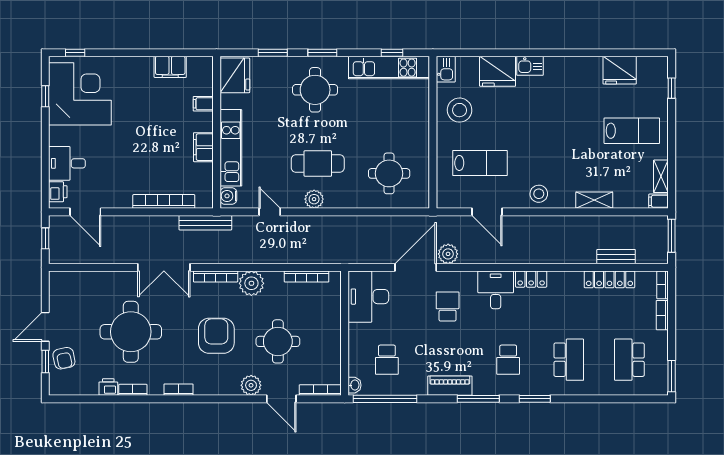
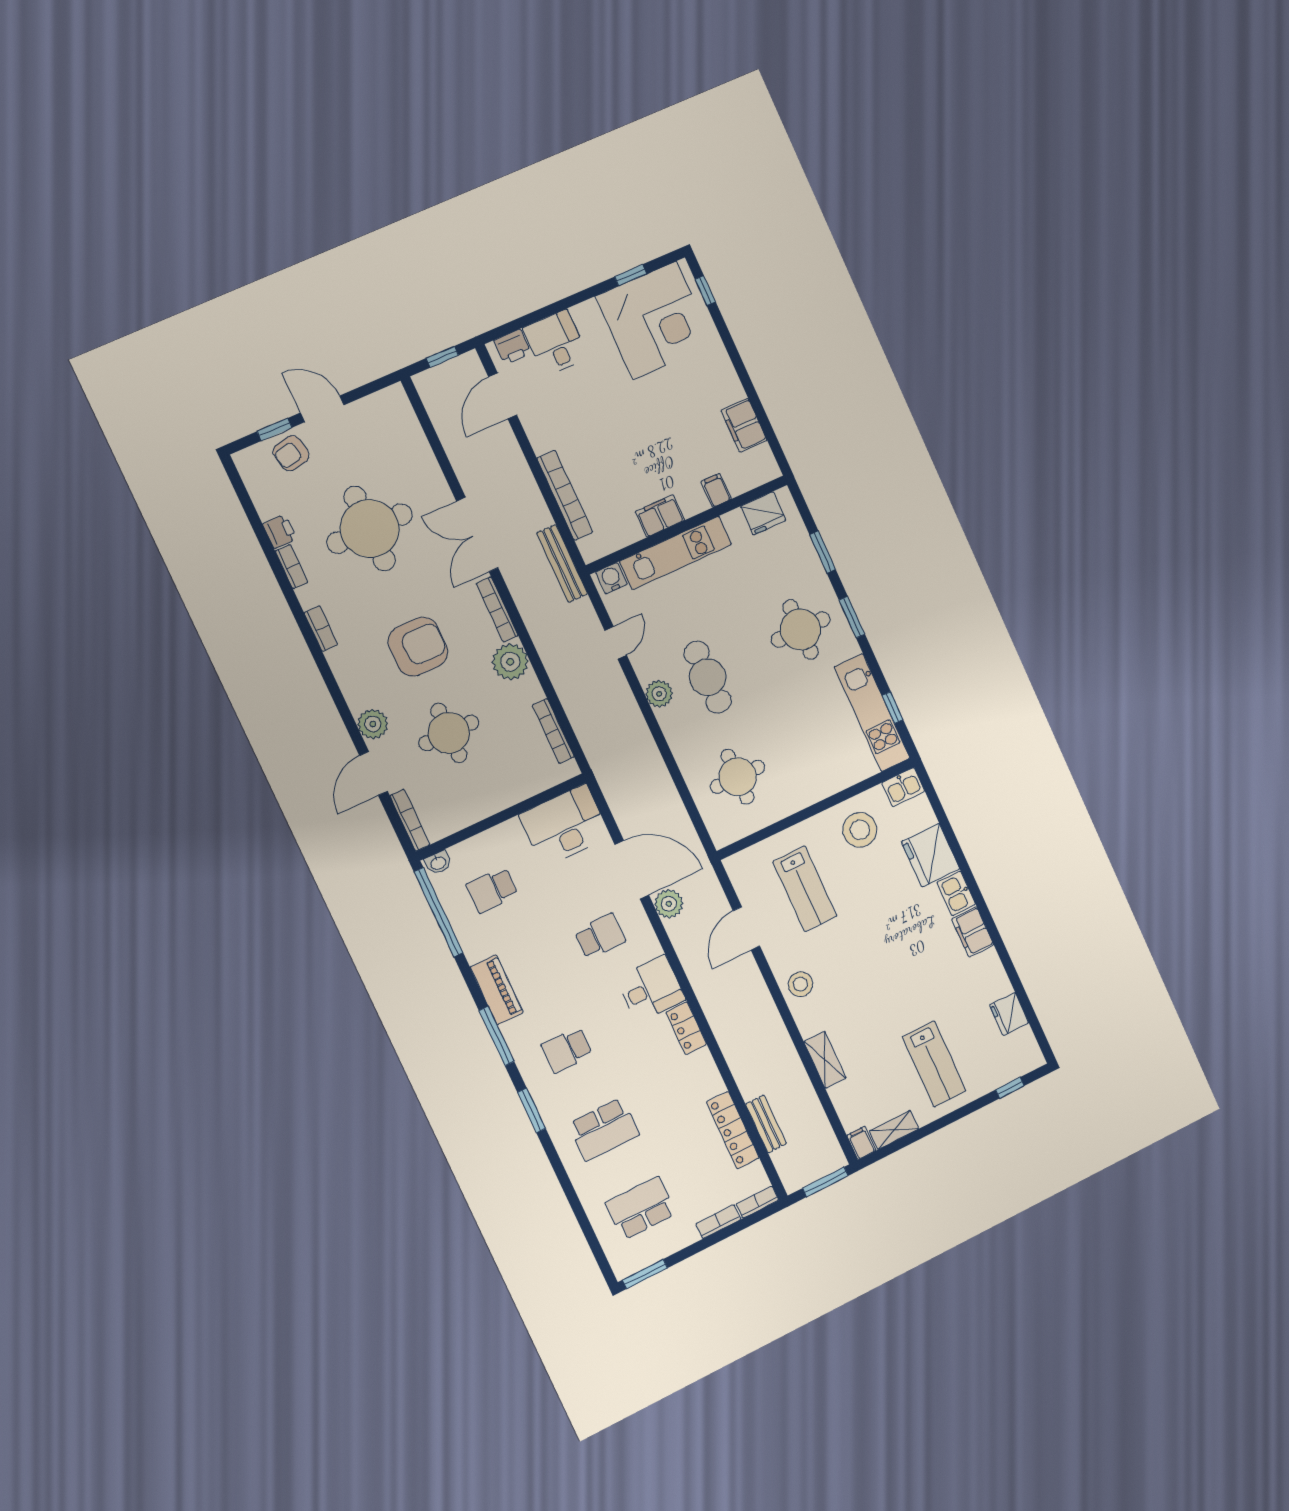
filing cabinet: (560, 66) -> (973, 932), added
fridge: (620, 70) -> (1009, 1014), width x0.73, depth x0.75
fridge: (235, 75) -> (763, 513), width x0.73, depth x0.75

